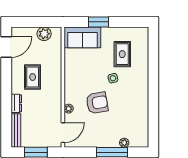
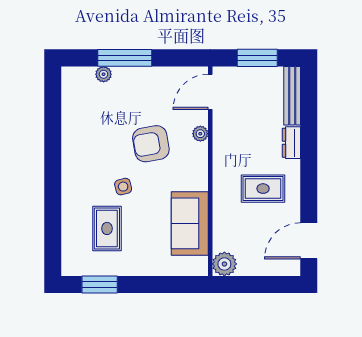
window: (98, 22) -> (100, 285), moved
plant: (44, 34) -> (224, 264), moved
sofa: (82, 37) -> (190, 223), moved, turned -90
rug: (33, 77) -> (263, 189), turned 90

